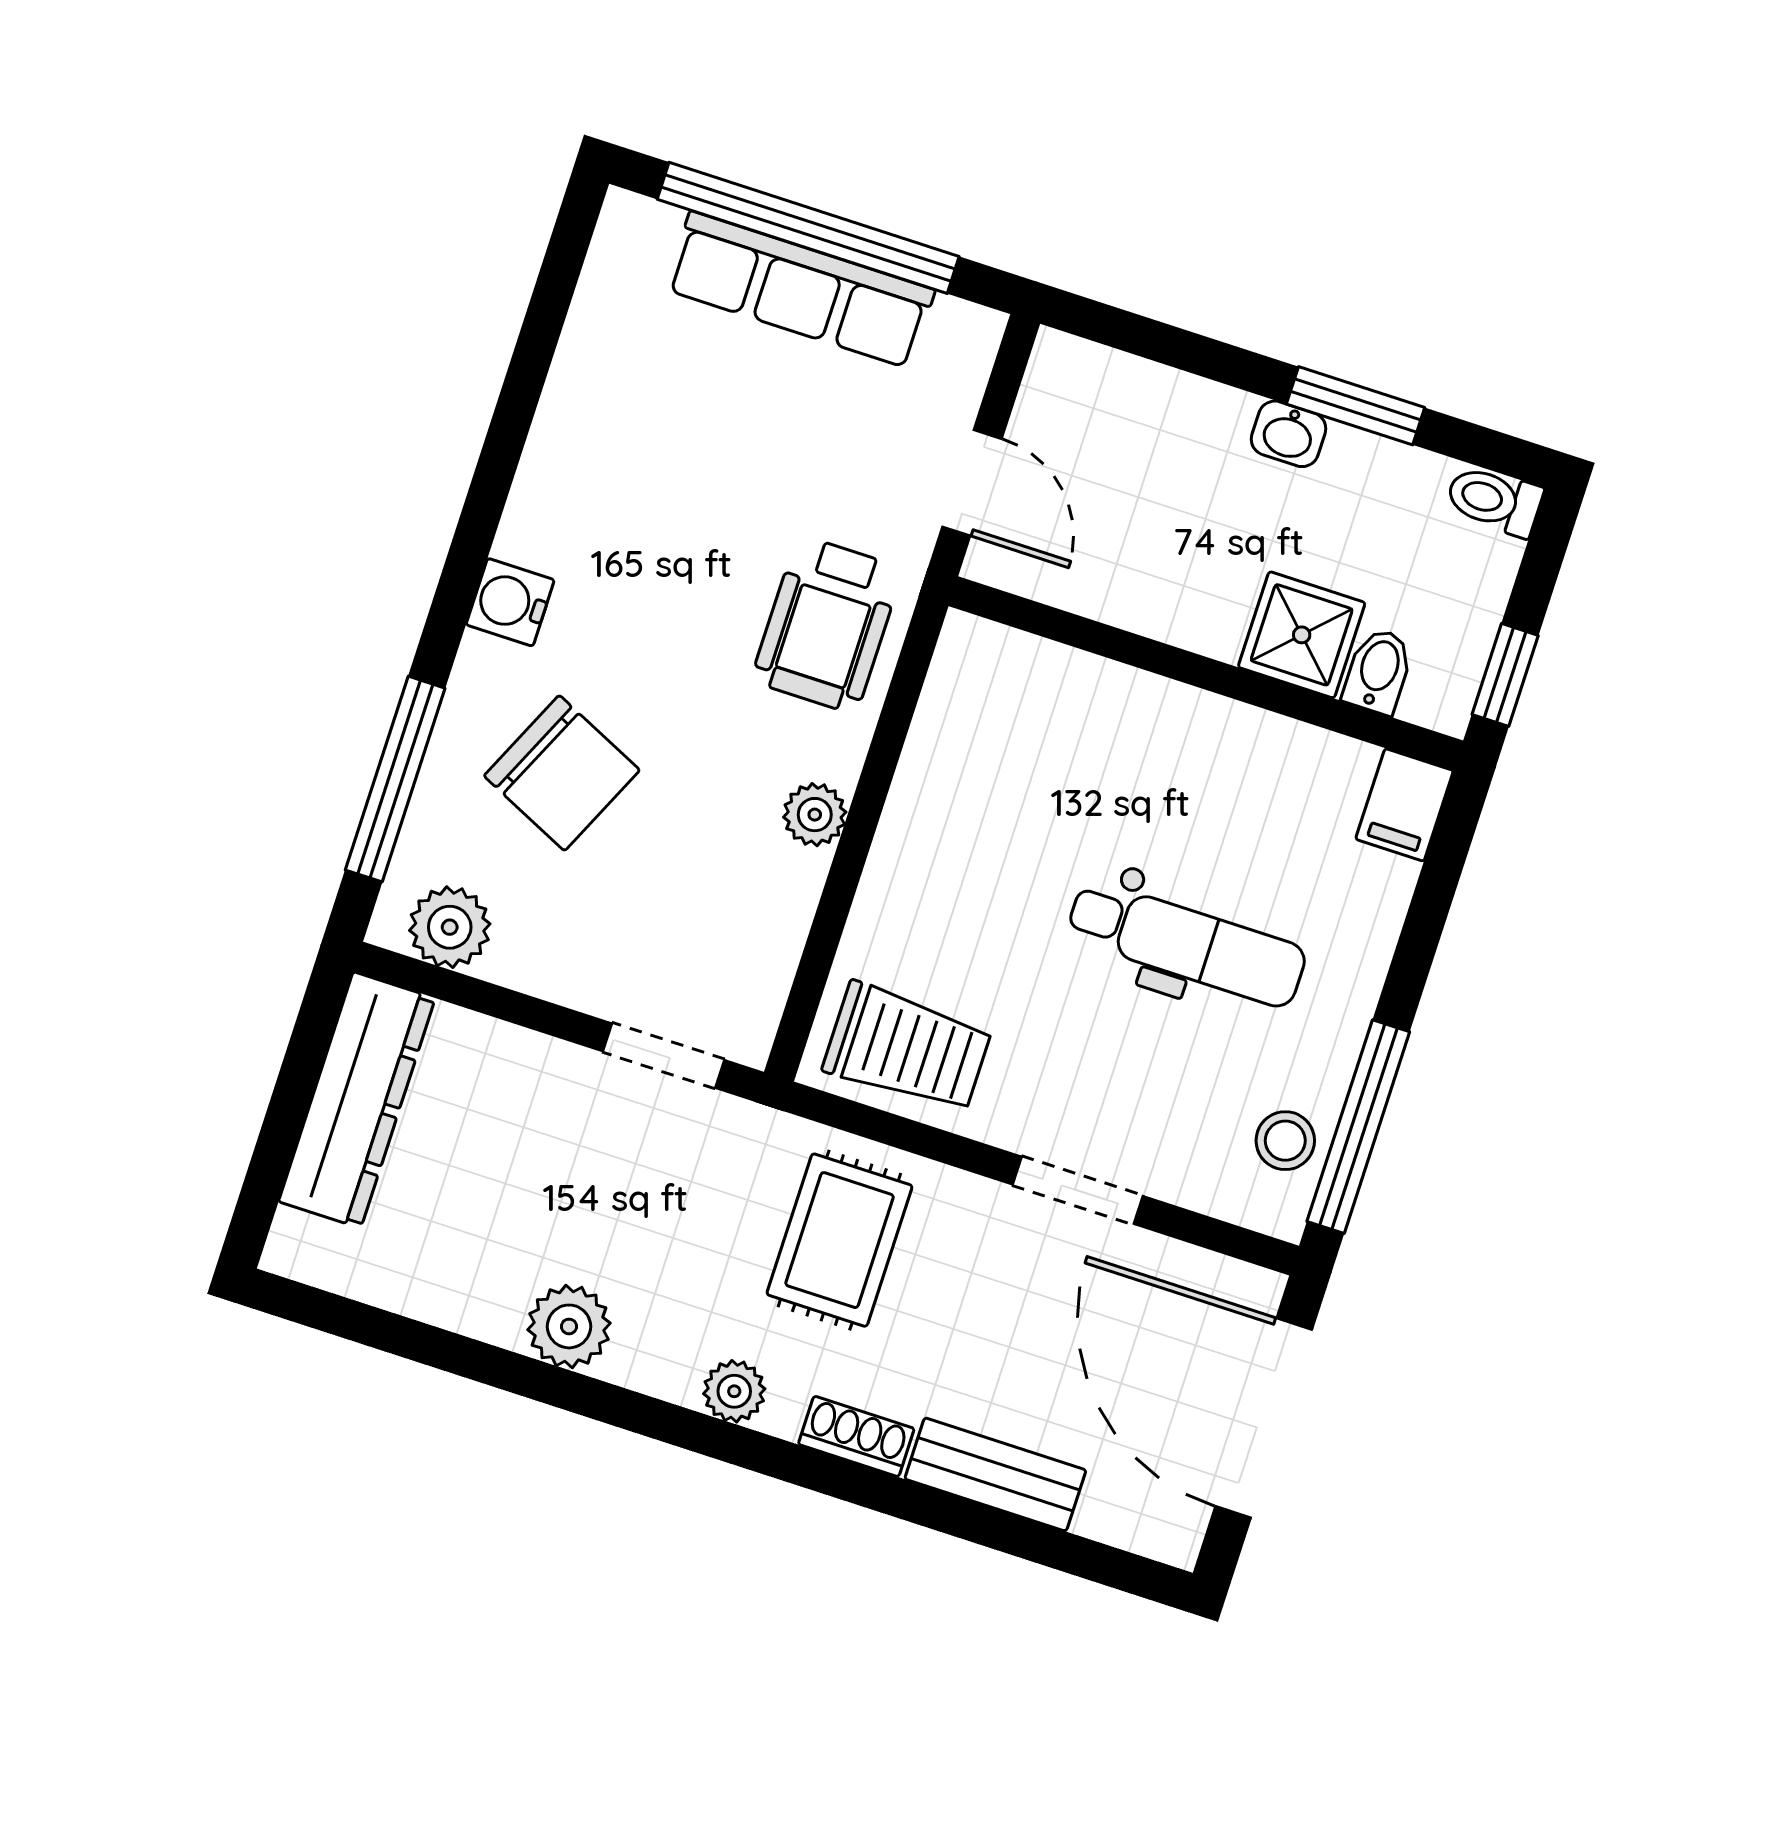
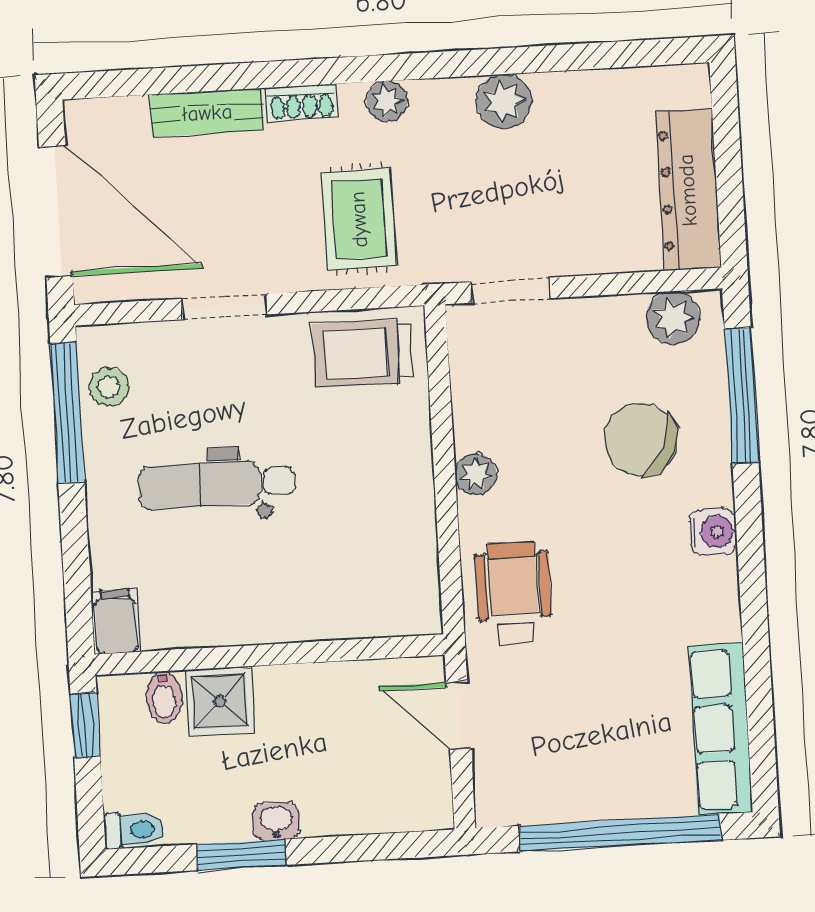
row of seats: (800, 290) -> (720, 729), moved, turned -90

